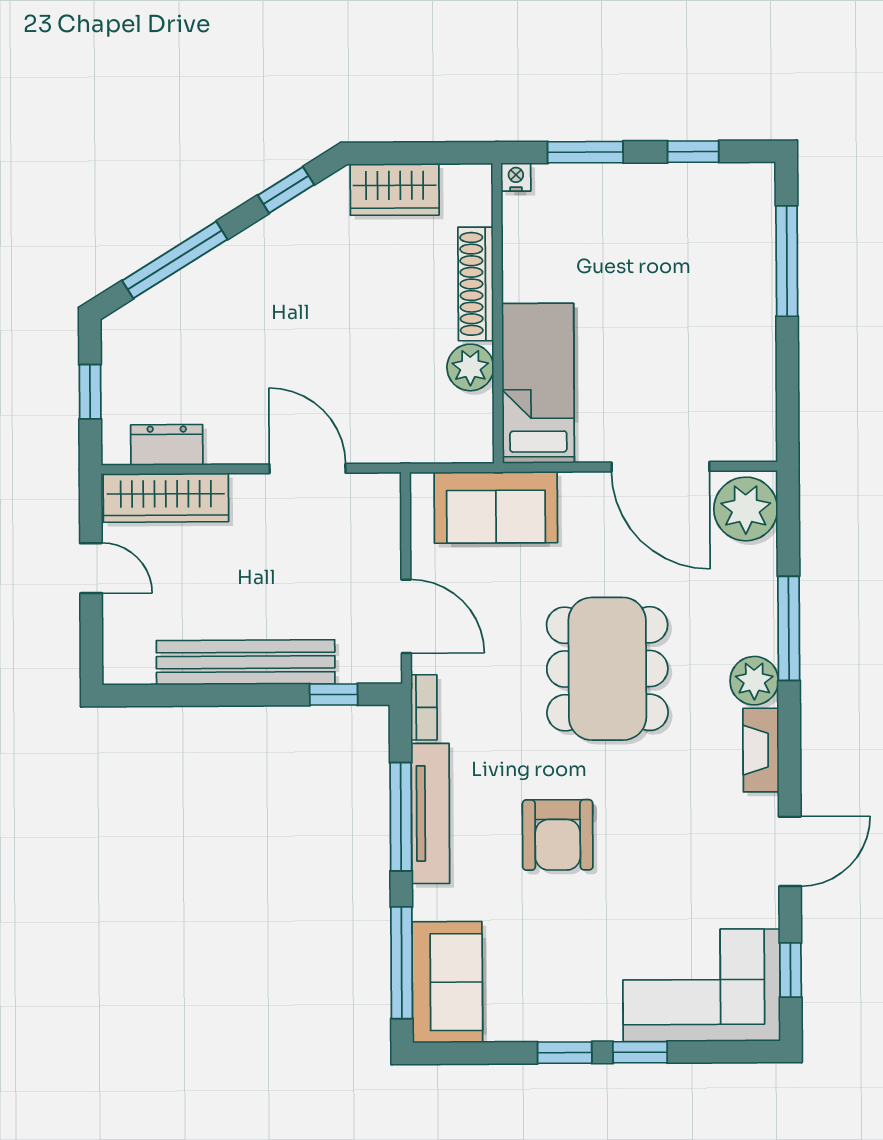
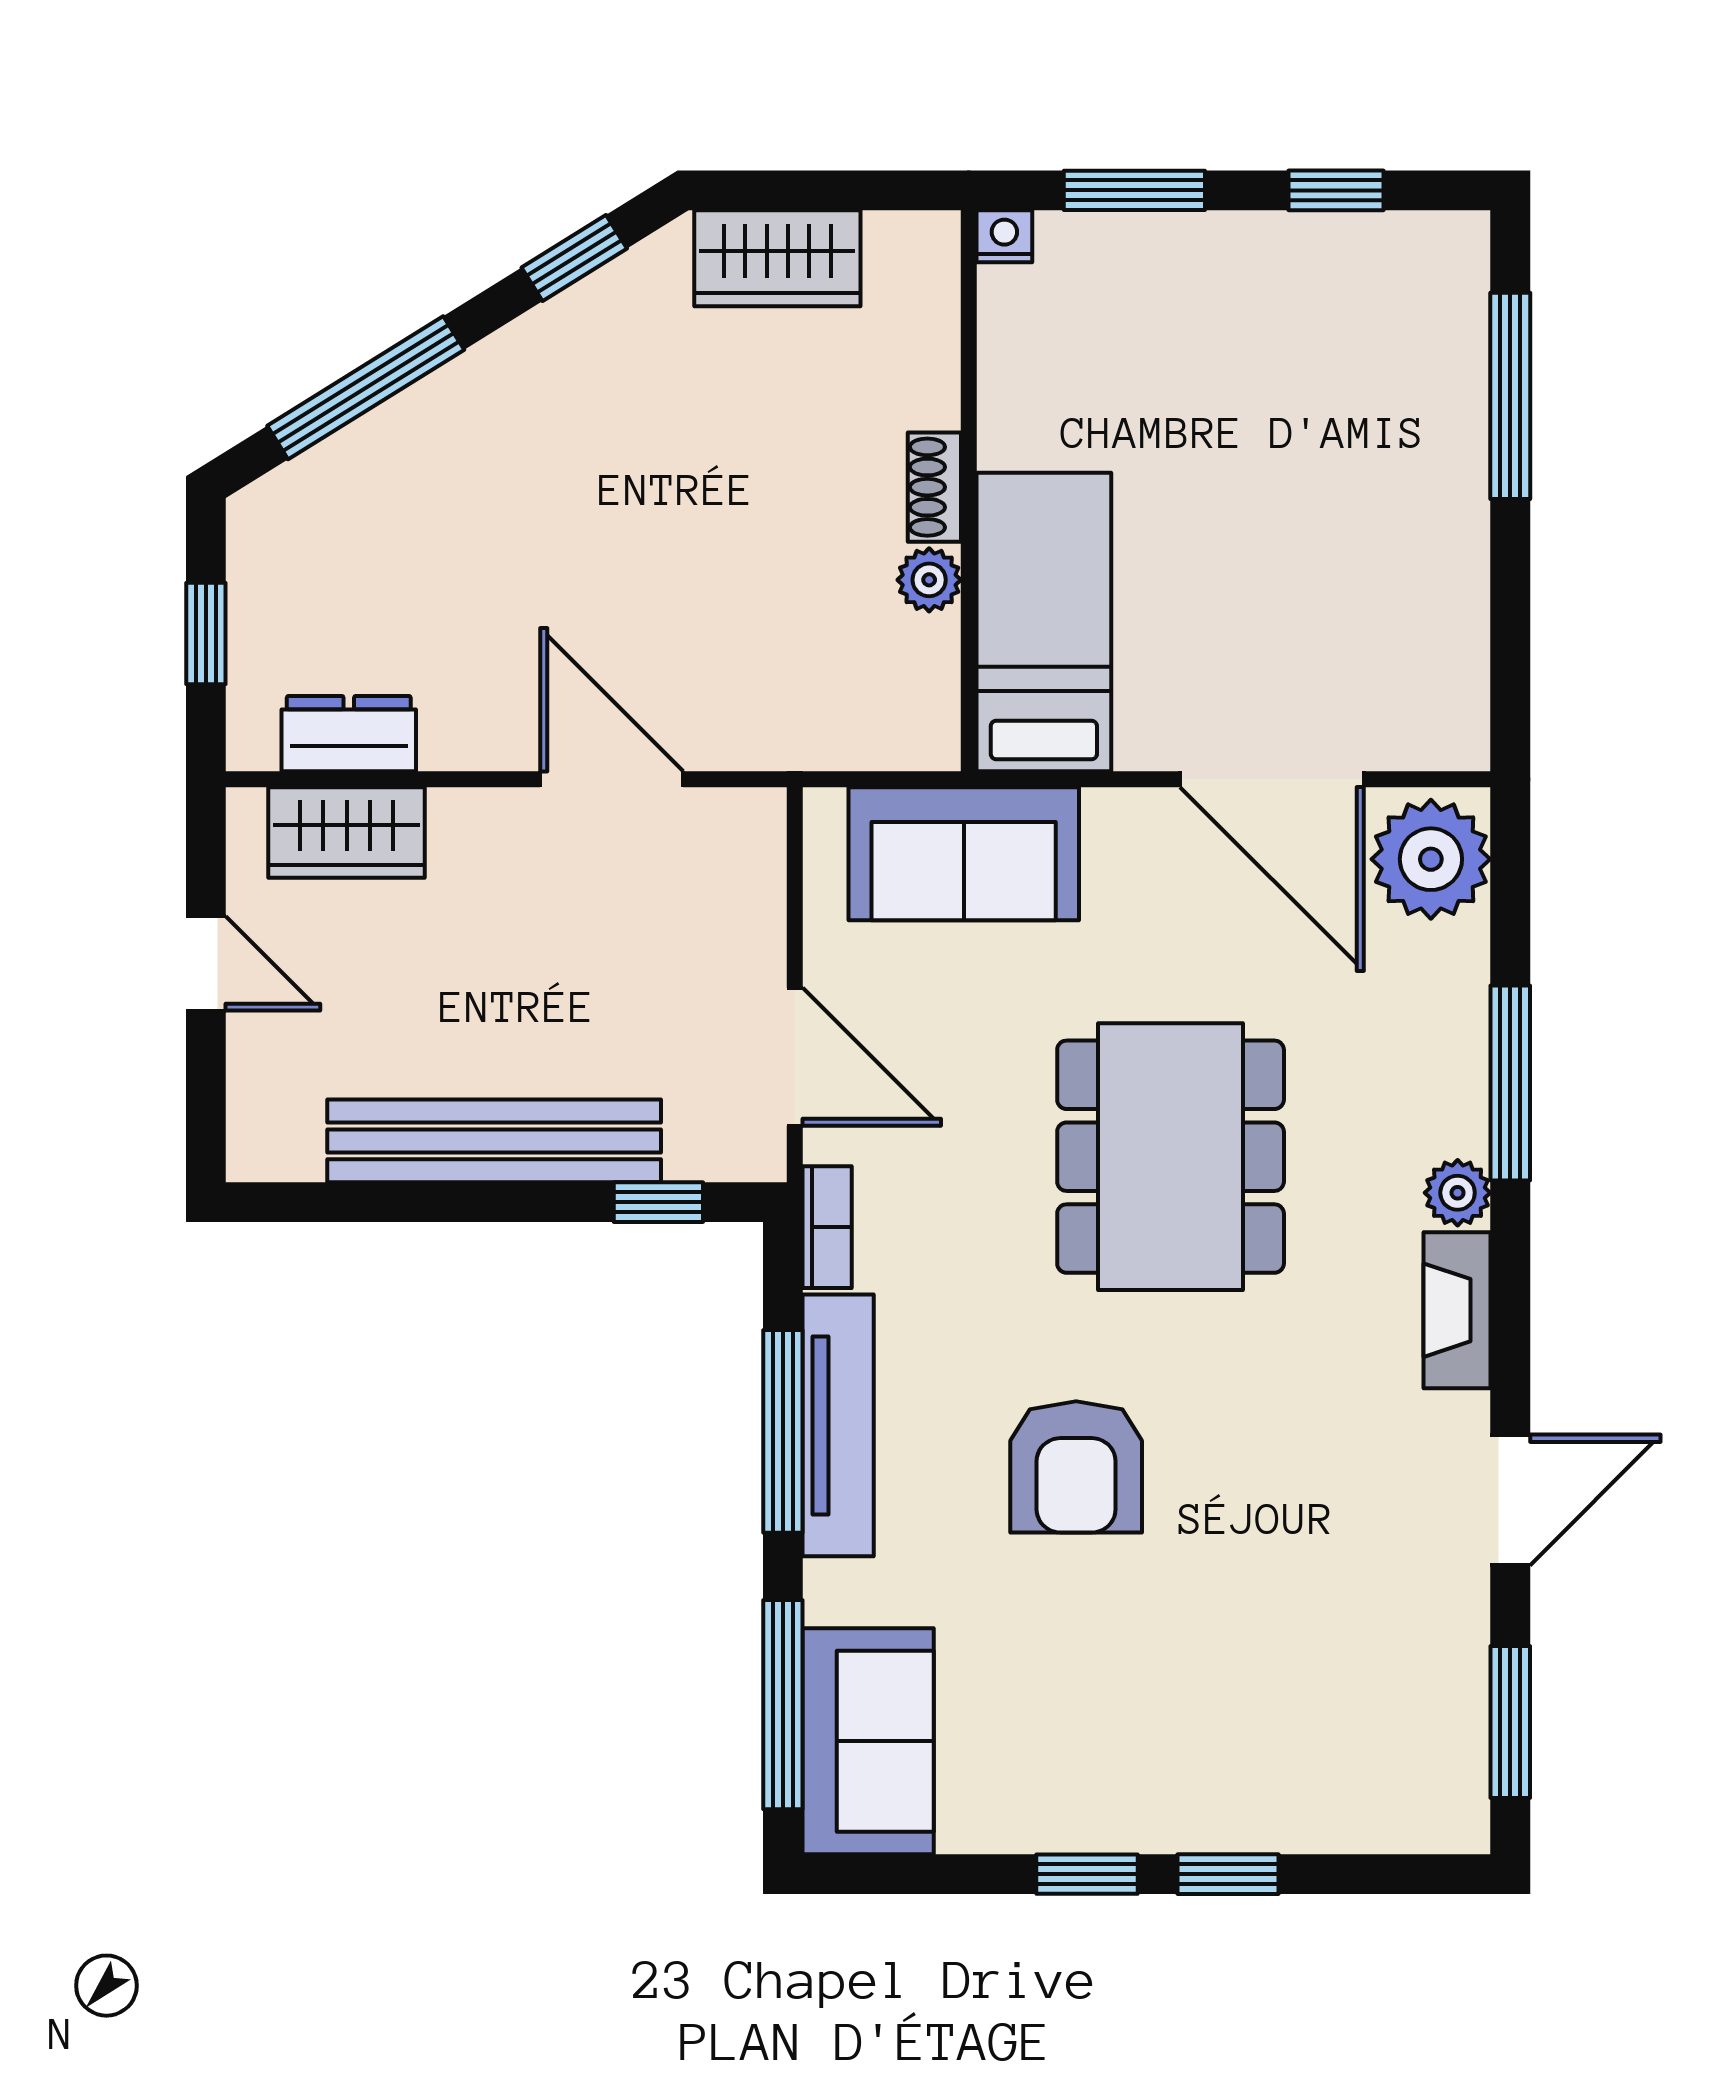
shoe rack: (476, 284) -> (934, 487), width x0.51, depth x0.81
plant: (470, 367) -> (929, 580), width x0.73, depth x0.73
wardrobe: (166, 498) -> (347, 832), width x0.67
plant: (754, 681) -> (1458, 1193), width x0.73, depth x0.73
window: (791, 970) -> (1510, 1722), width x1.50
corner sofa: (702, 985) -> (1344, 1750), removed

